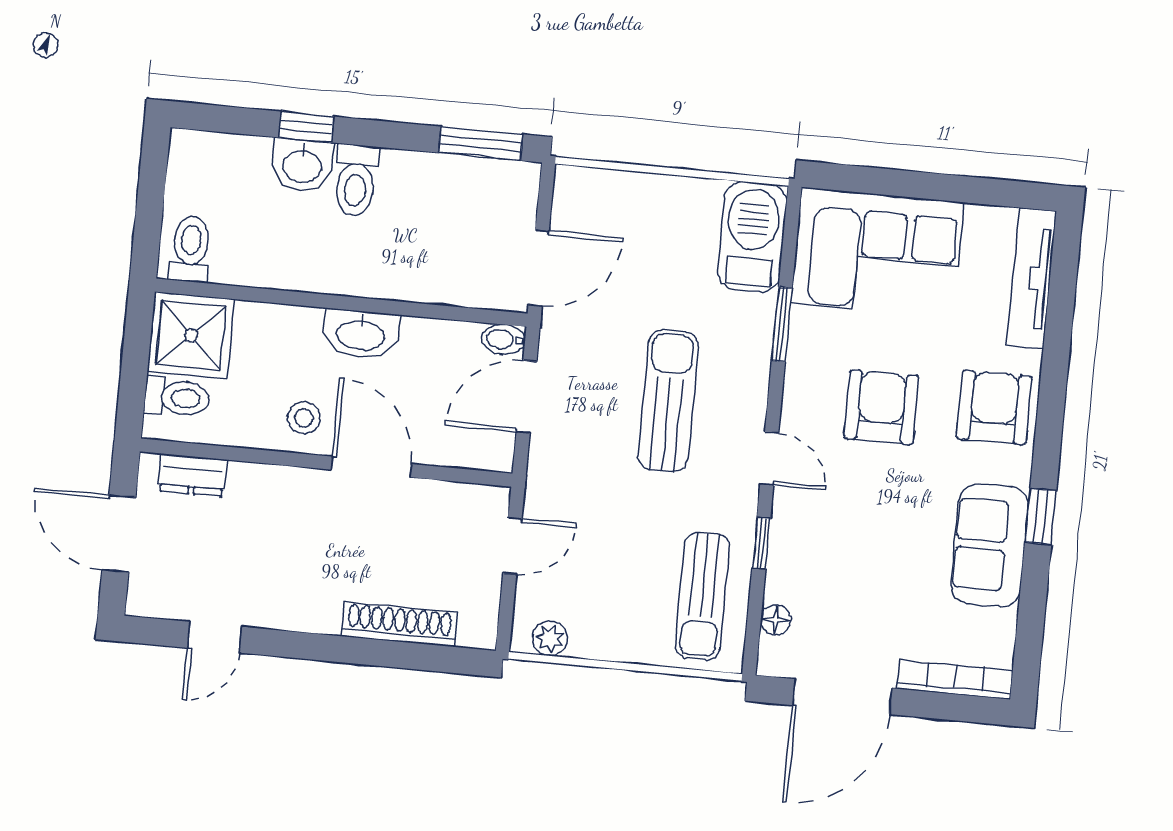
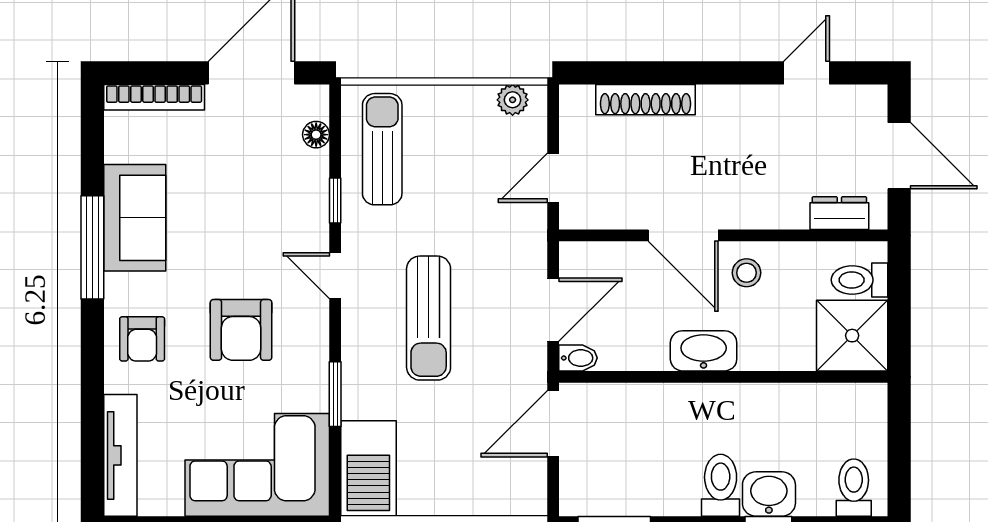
toilet: (191, 249) -> (854, 488), moved, turned 180
armchair: (994, 407) -> (142, 339), width x0.72, depth x0.72
window: (1041, 516) -> (92, 247), width x2.17

